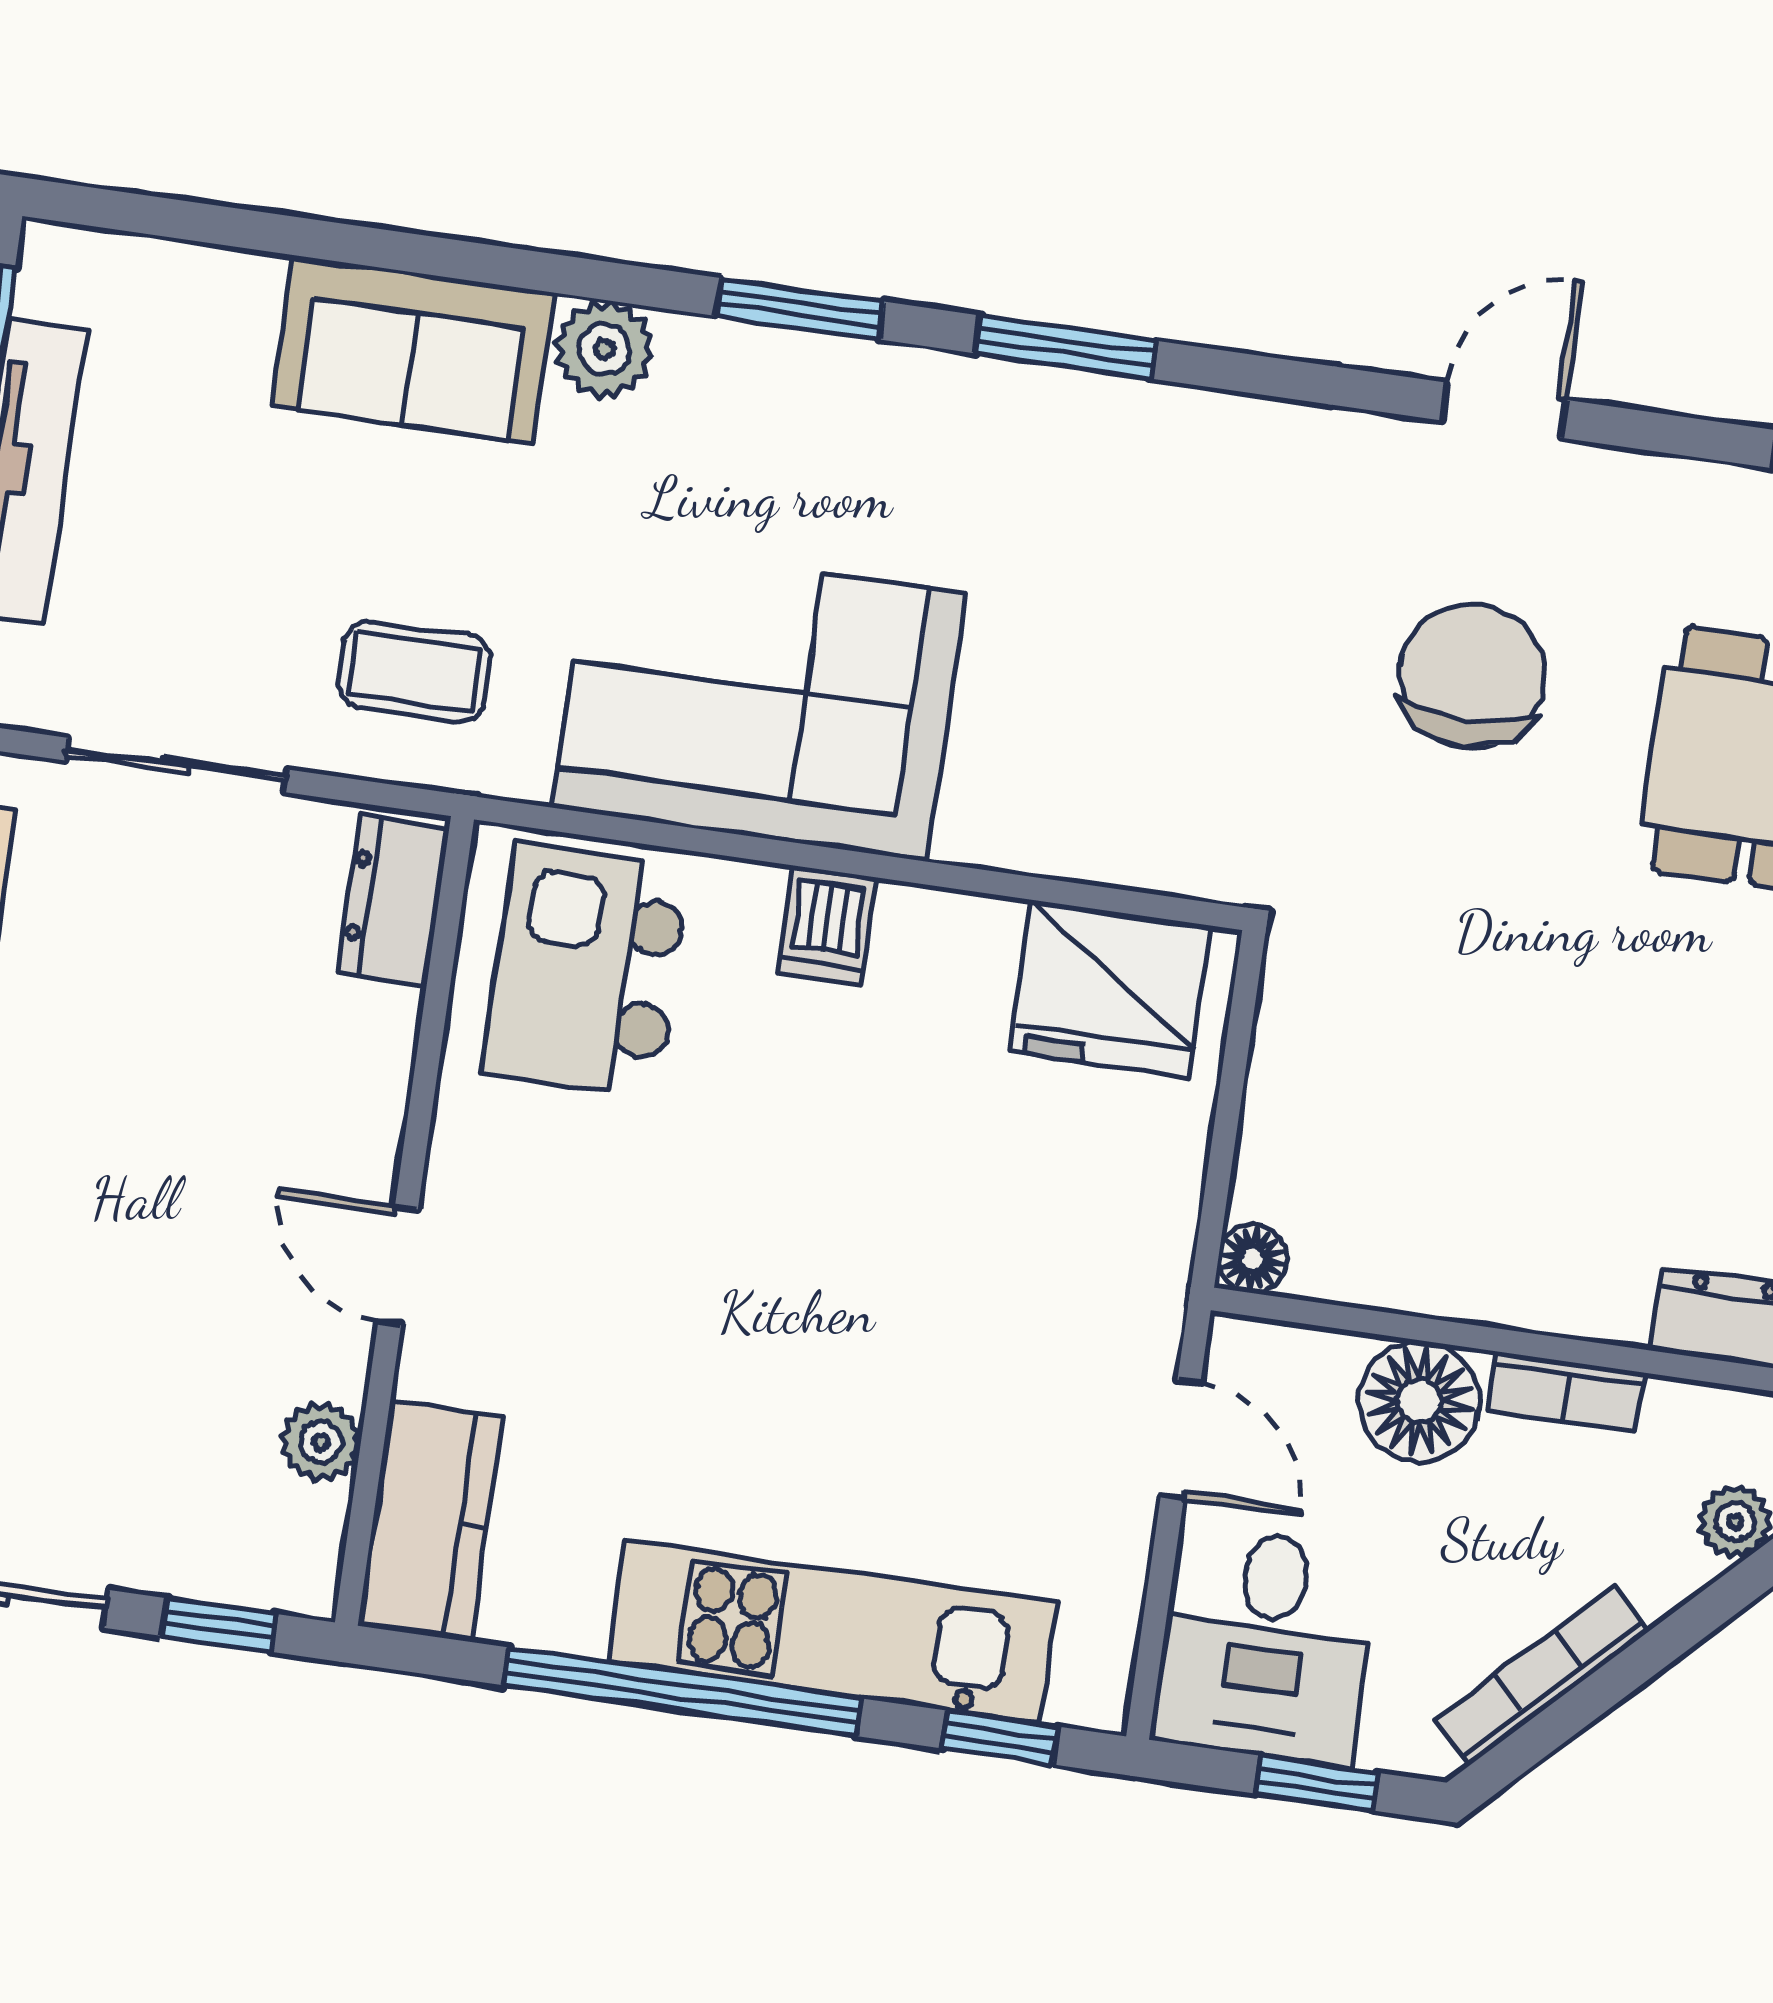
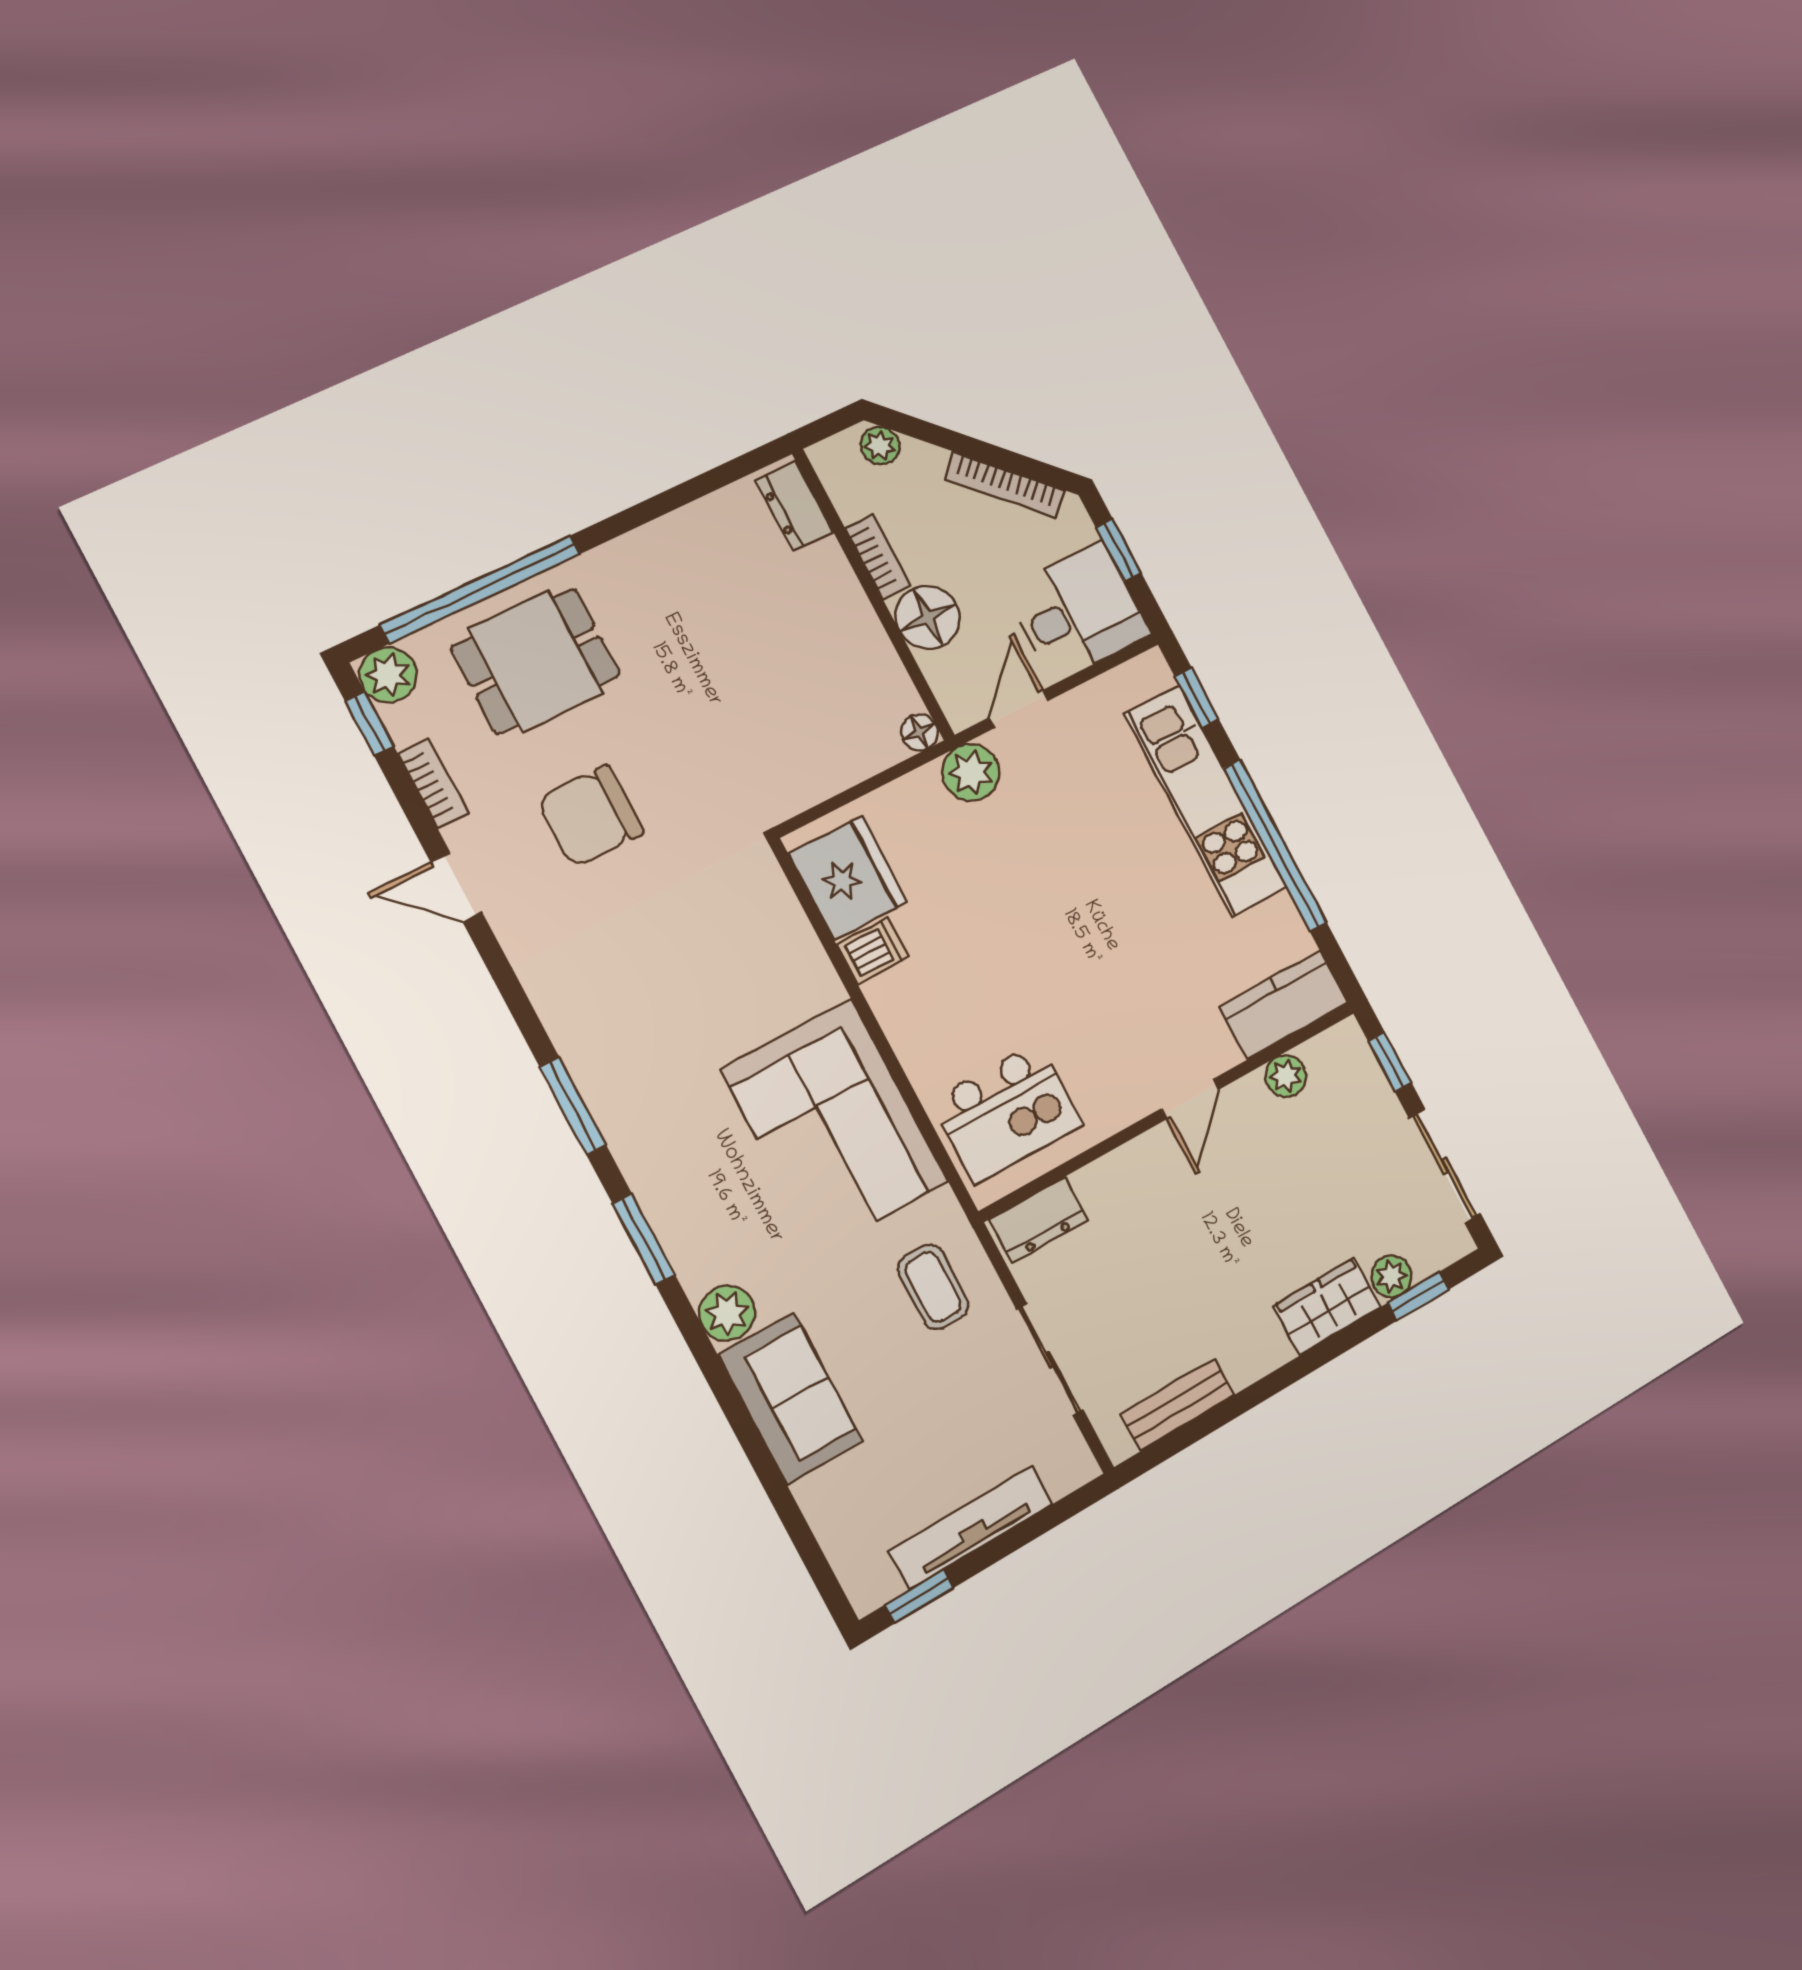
bookcase: (1680, 485) -> (433, 783), added
dishwasher: (827, 925) -> (873, 951), moved
plant: (1136, 1293) -> (971, 773), added

